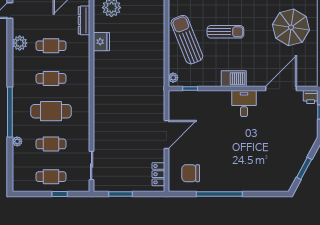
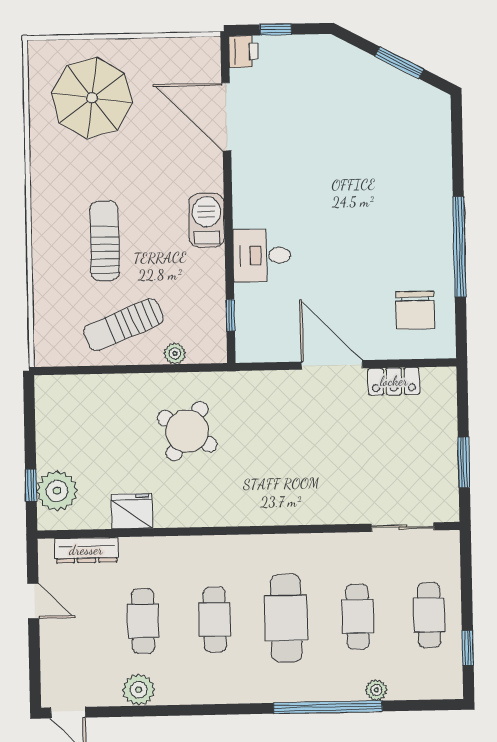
sun lounger: (187, 40) -> (123, 325), width x0.73, depth x0.75
round table: (138, 68) -> (187, 431), added
plant: (173, 78) -> (175, 353), moved
desk: (244, 104) -> (262, 255), moved
window: (10, 112) -> (328, 707), moved
plant: (17, 141) -> (376, 690), moved
locker: (158, 174) -> (394, 381), moved
window: (60, 194) -> (468, 648), moved

